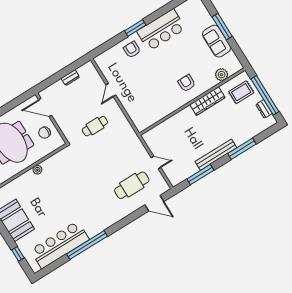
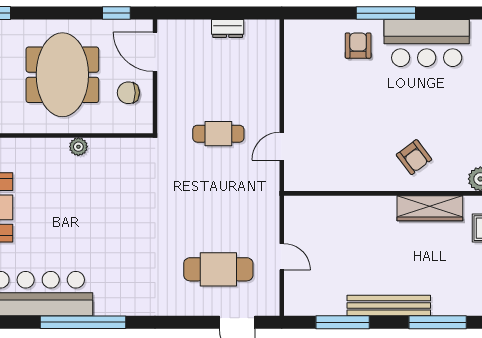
window: (135, 28) -> (386, 13), width x1.44
armchair: (187, 83) -> (414, 157), turned 143
door: (111, 90) -> (282, 146), moved
window: (18, 101) -> (116, 13), added

